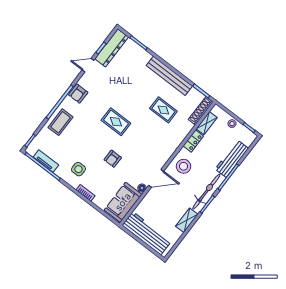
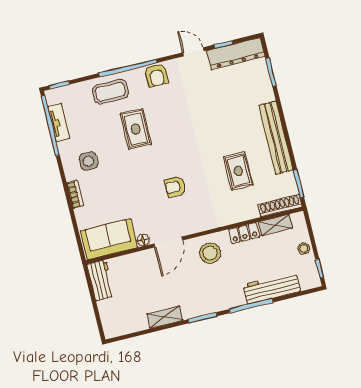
armchair: (78, 94) -> (156, 75), turned -90
rug: (116, 122) -> (136, 129), moved
armchair: (113, 159) -> (175, 187), moved
door: (156, 178) -> (168, 242), hinge flipped
bicycle: (206, 192) -> (213, 302), removed
workbench: (147, 233) -> (101, 280), width x0.53, depth x0.76

